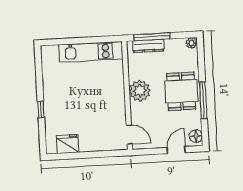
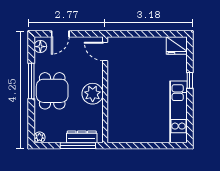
kitchen unit: (91, 52) -> (178, 112), moved, turned -90
fridge: (68, 144) -> (177, 46), moved

